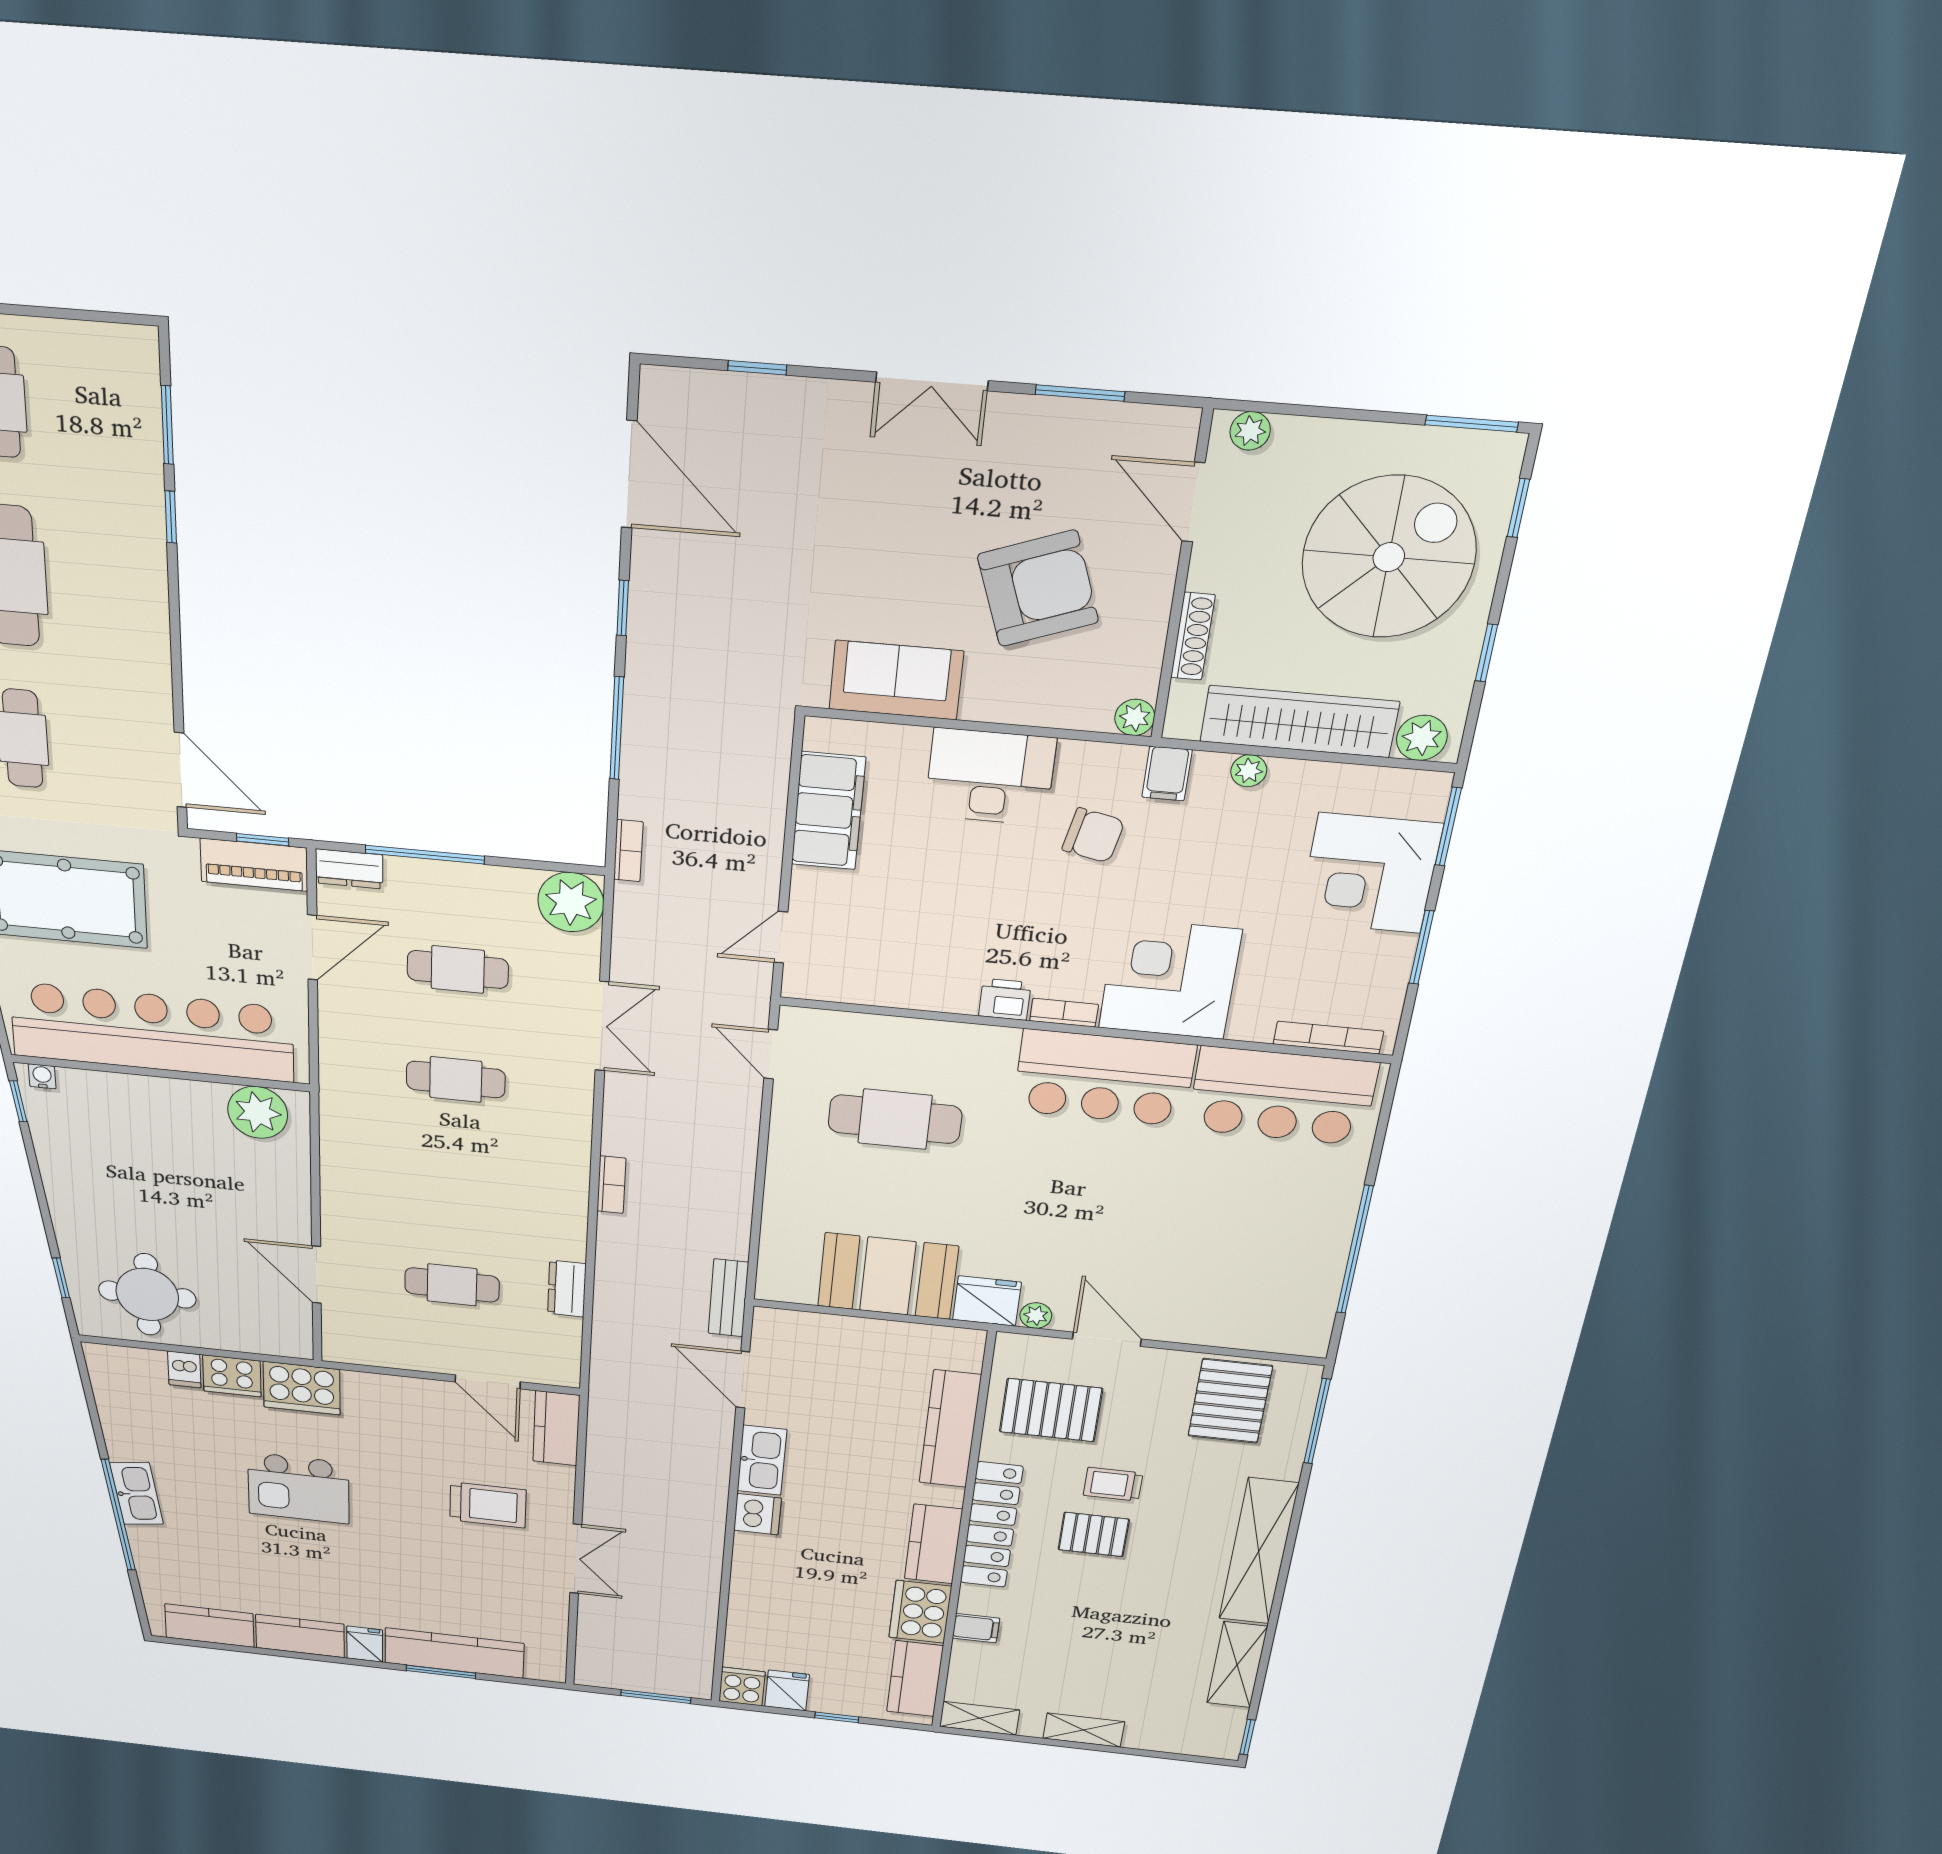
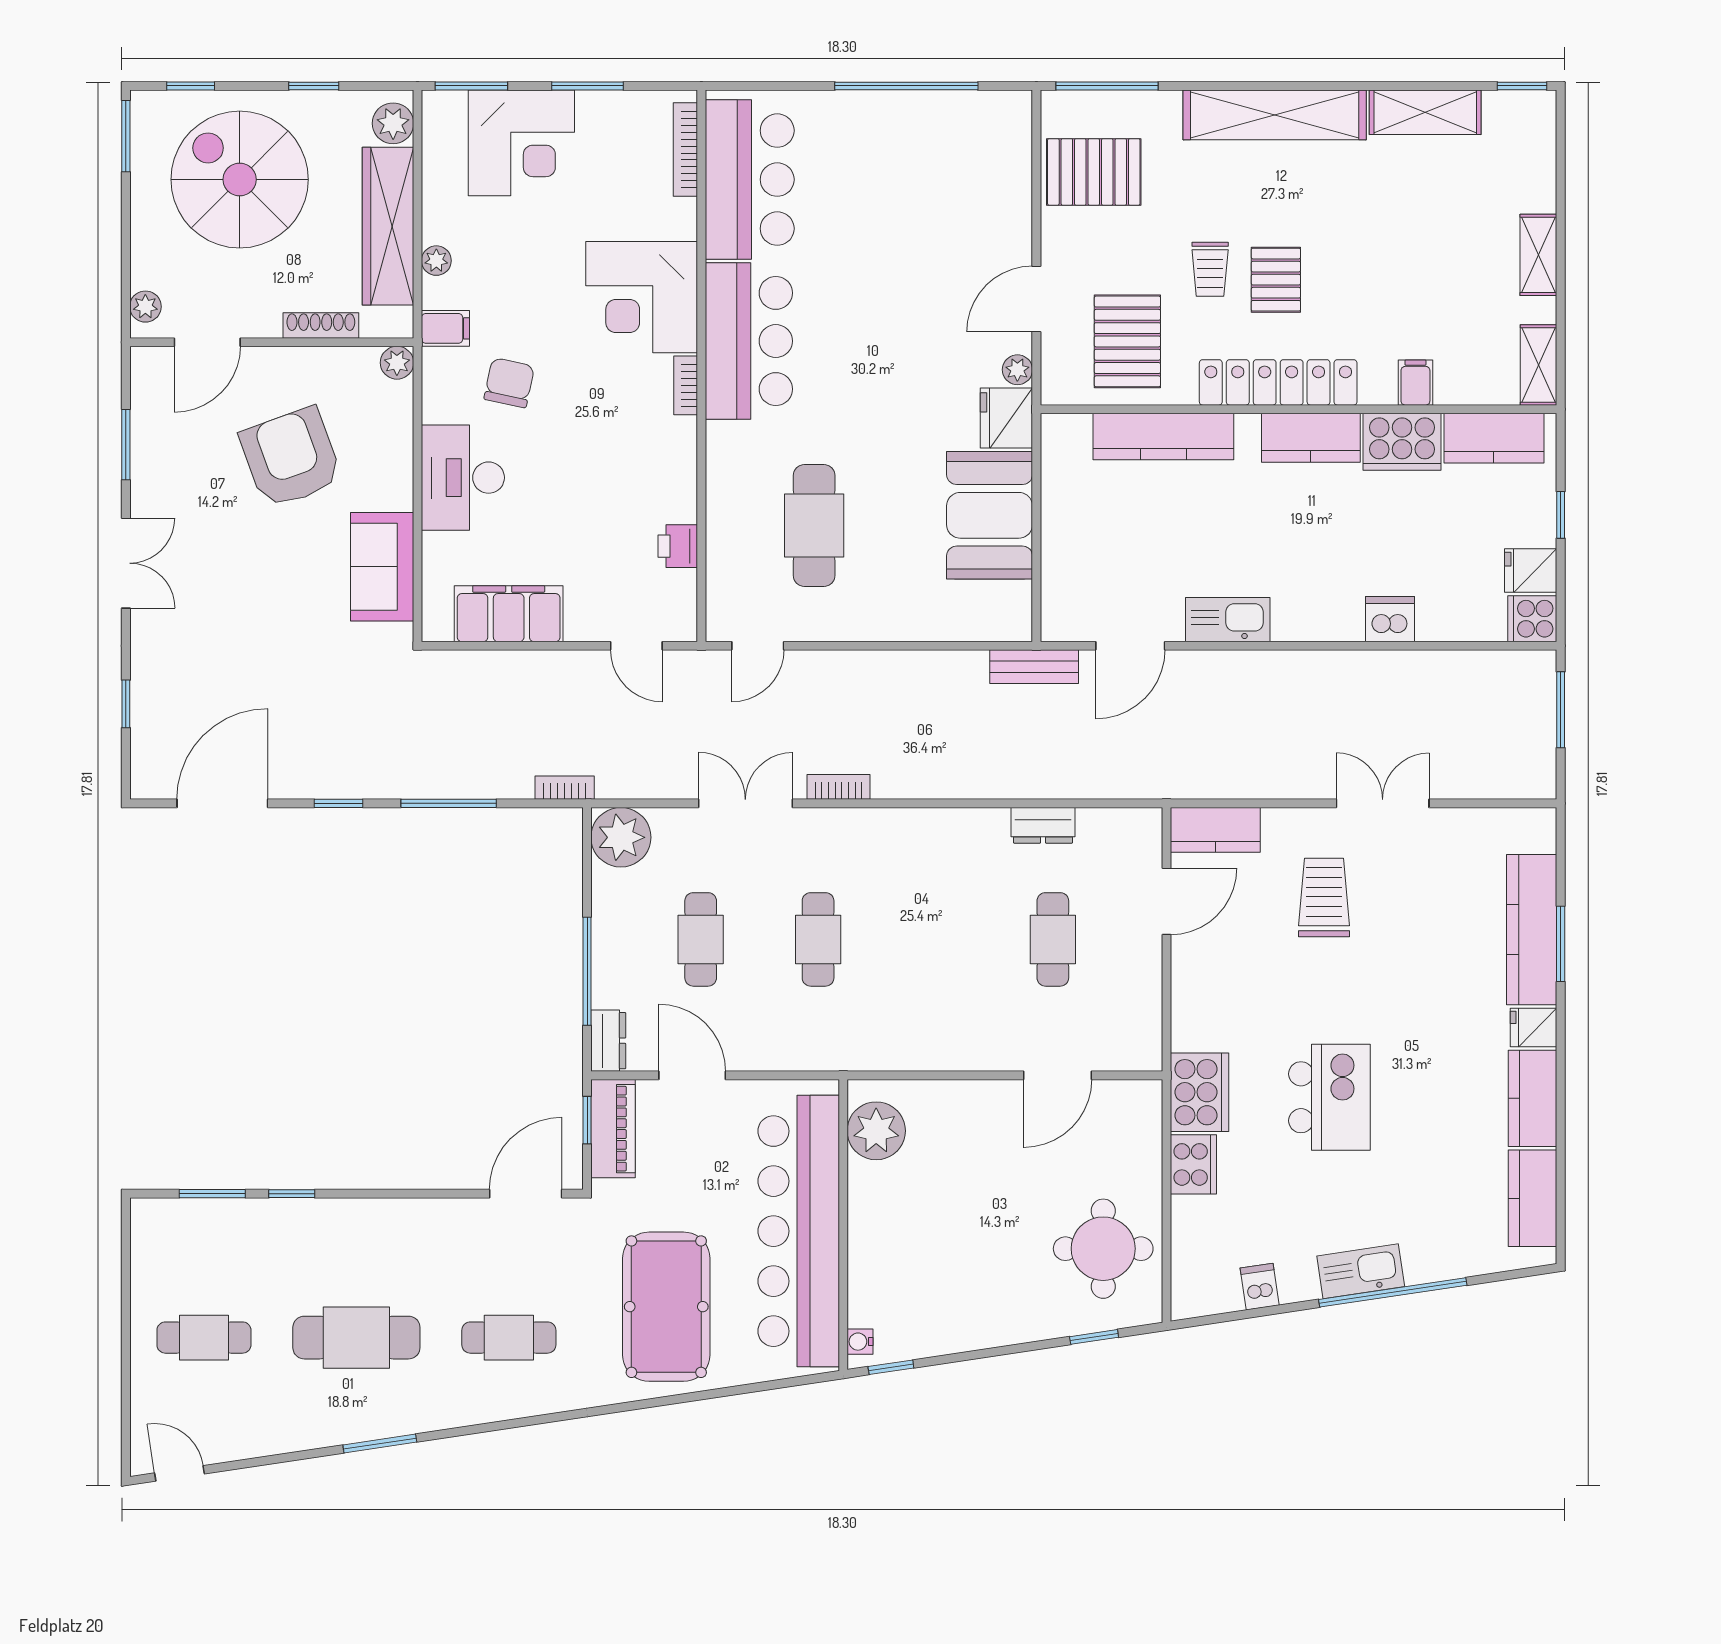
printer: (1005, 999) -> (678, 546), moved
bookcase: (611, 1185) -> (838, 787), moved
dishwasher: (184, 1369) -> (1260, 1287), moved, turned -98
dishwasher: (757, 1514) -> (1390, 619), moved

